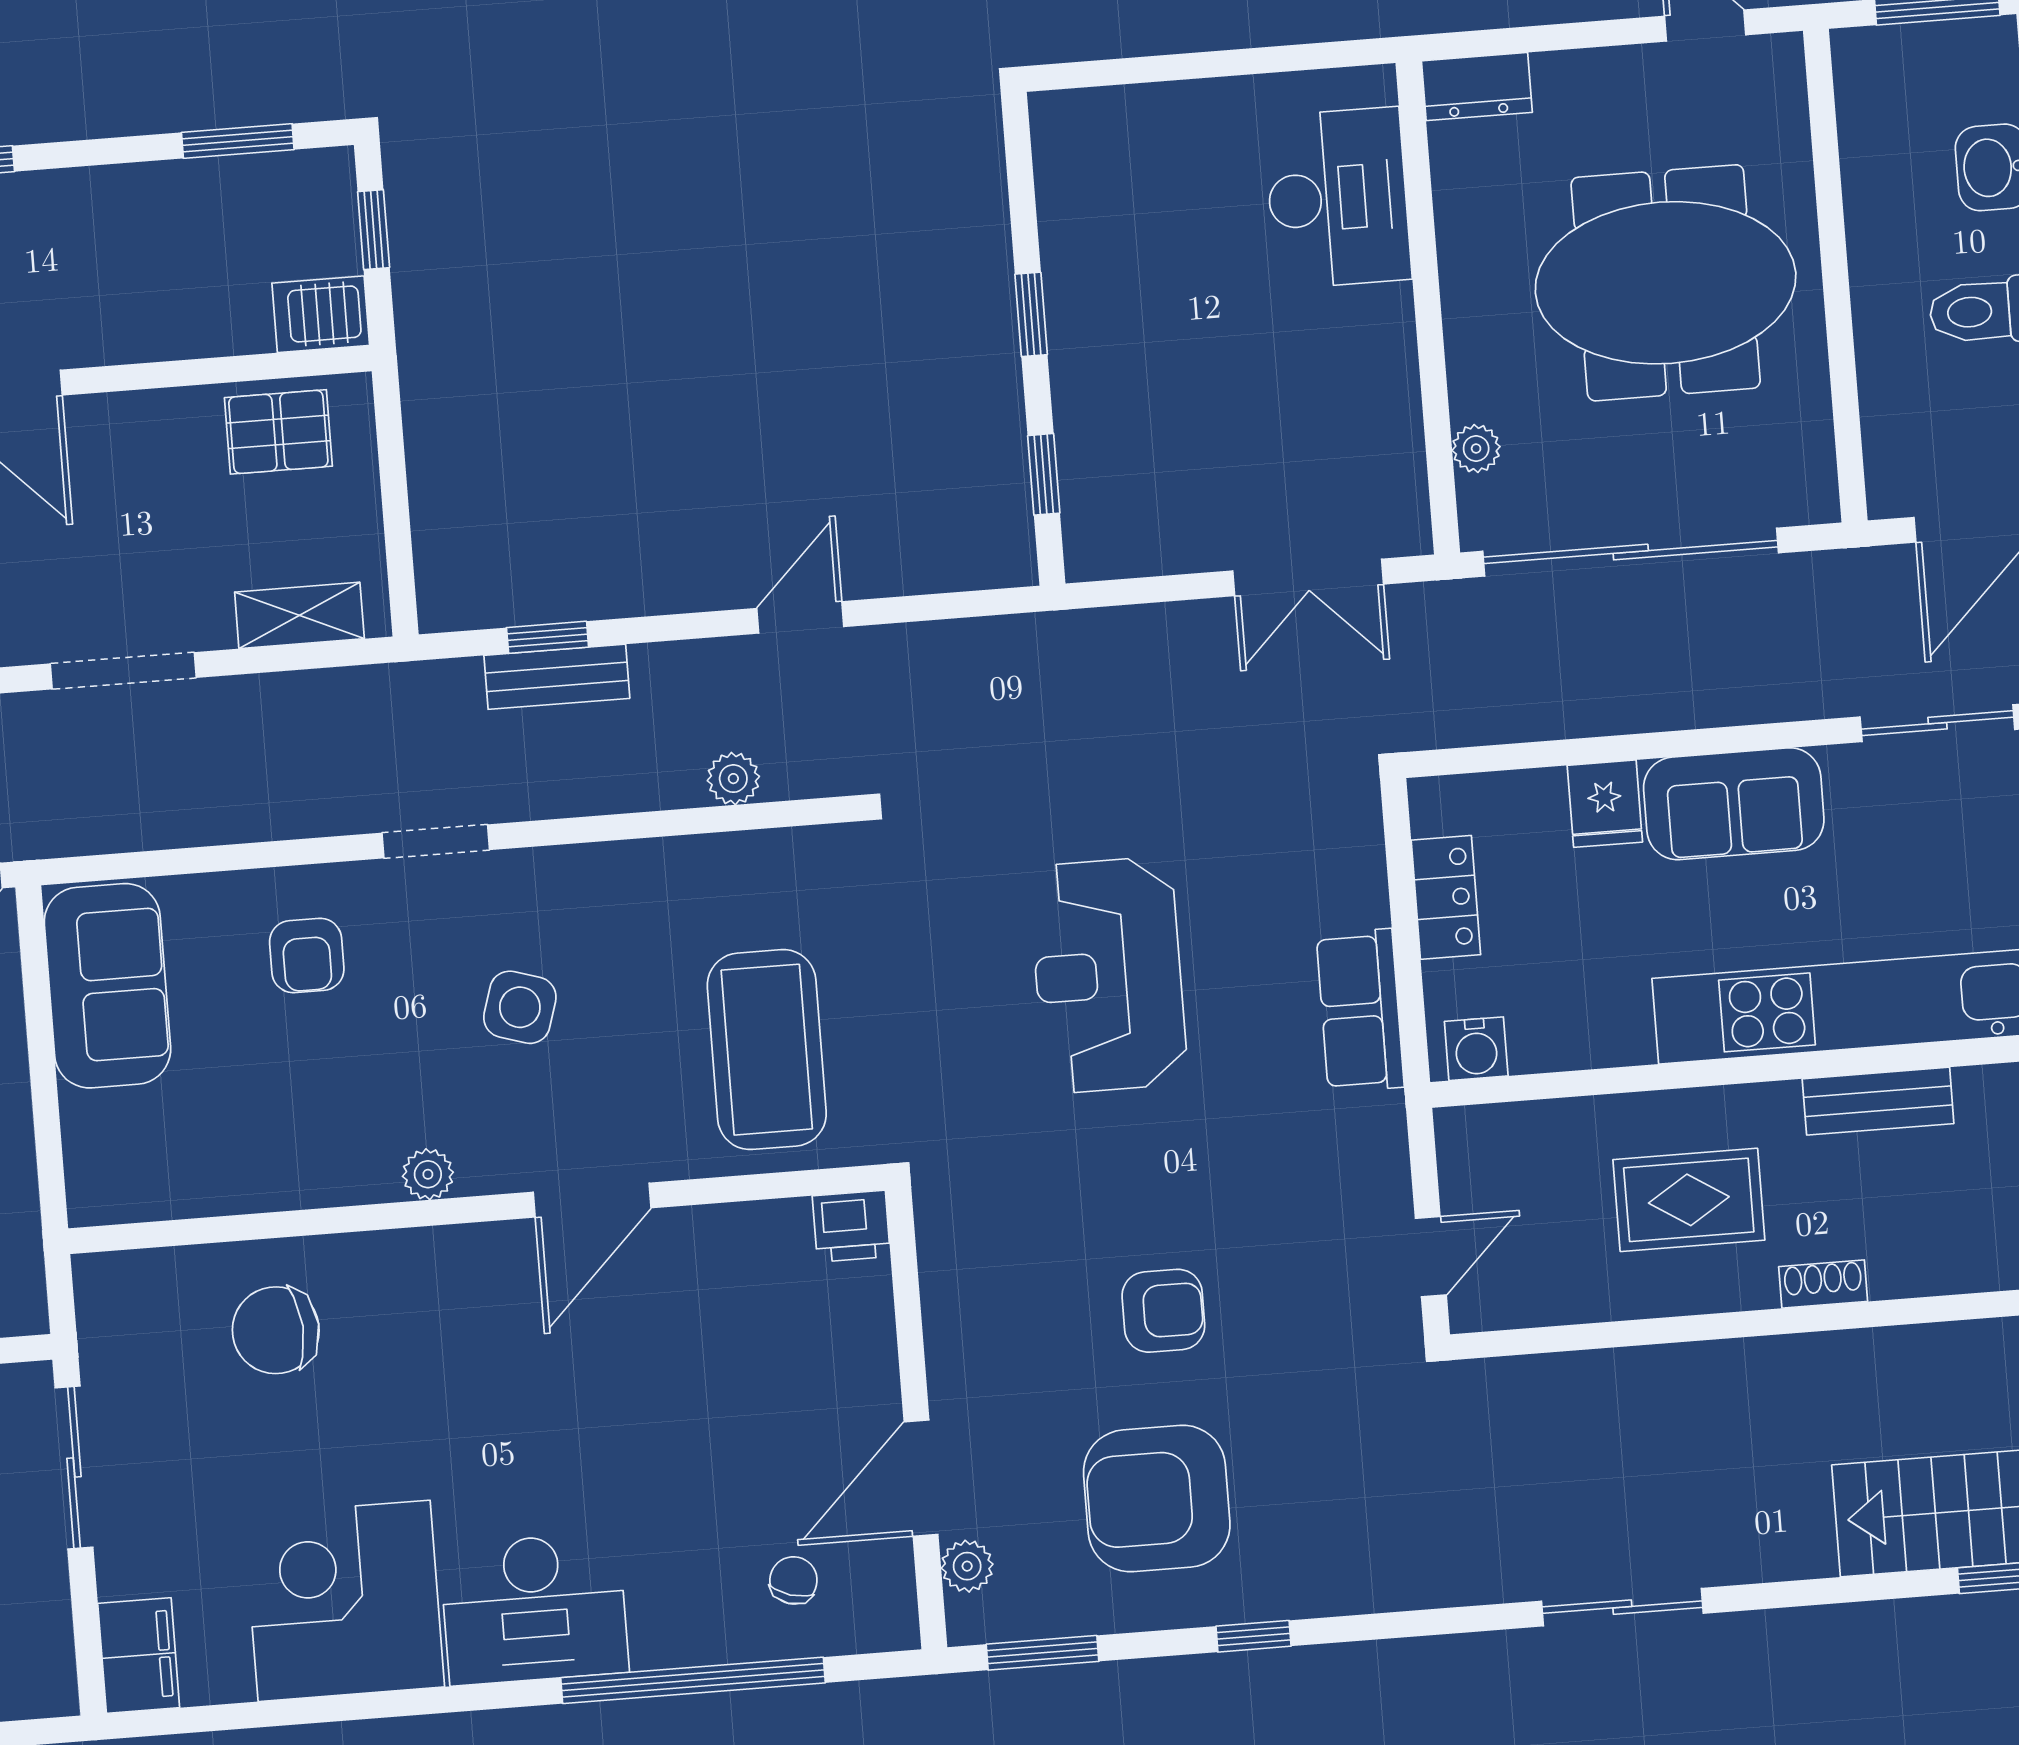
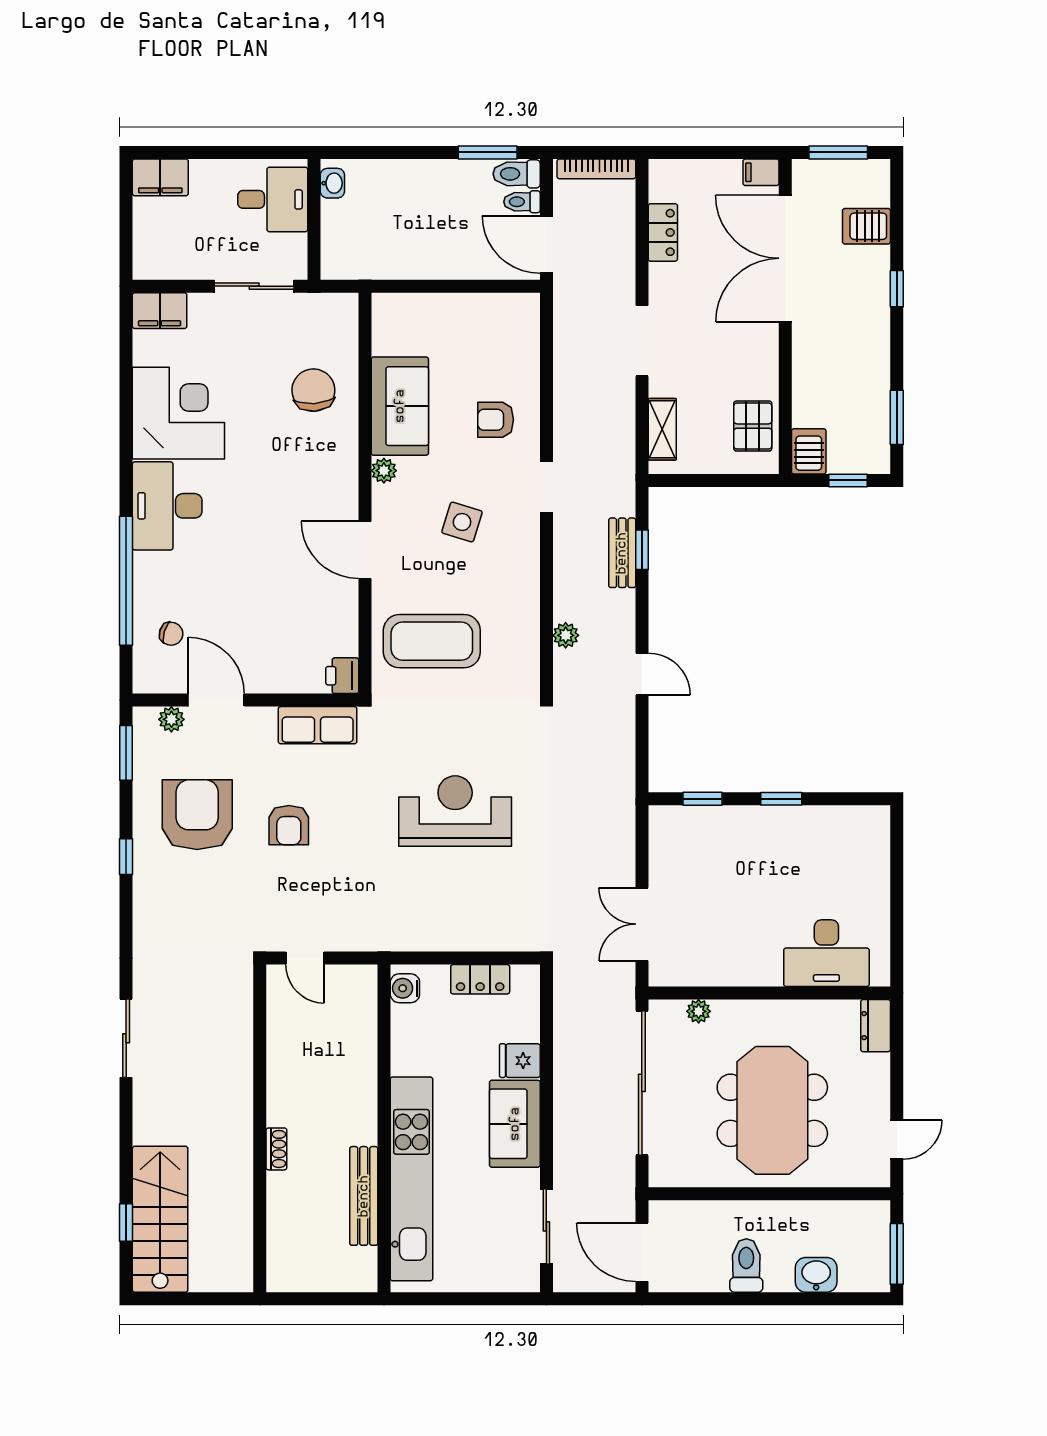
sofa: (107, 986) -> (400, 406), moved, turned -90
row of seats: (1360, 1011) -> (318, 725), moved, turned 180
bench: (1878, 1101) -> (364, 1196), width x1.36
rug: (1689, 1200) -> (323, 1086), removed

